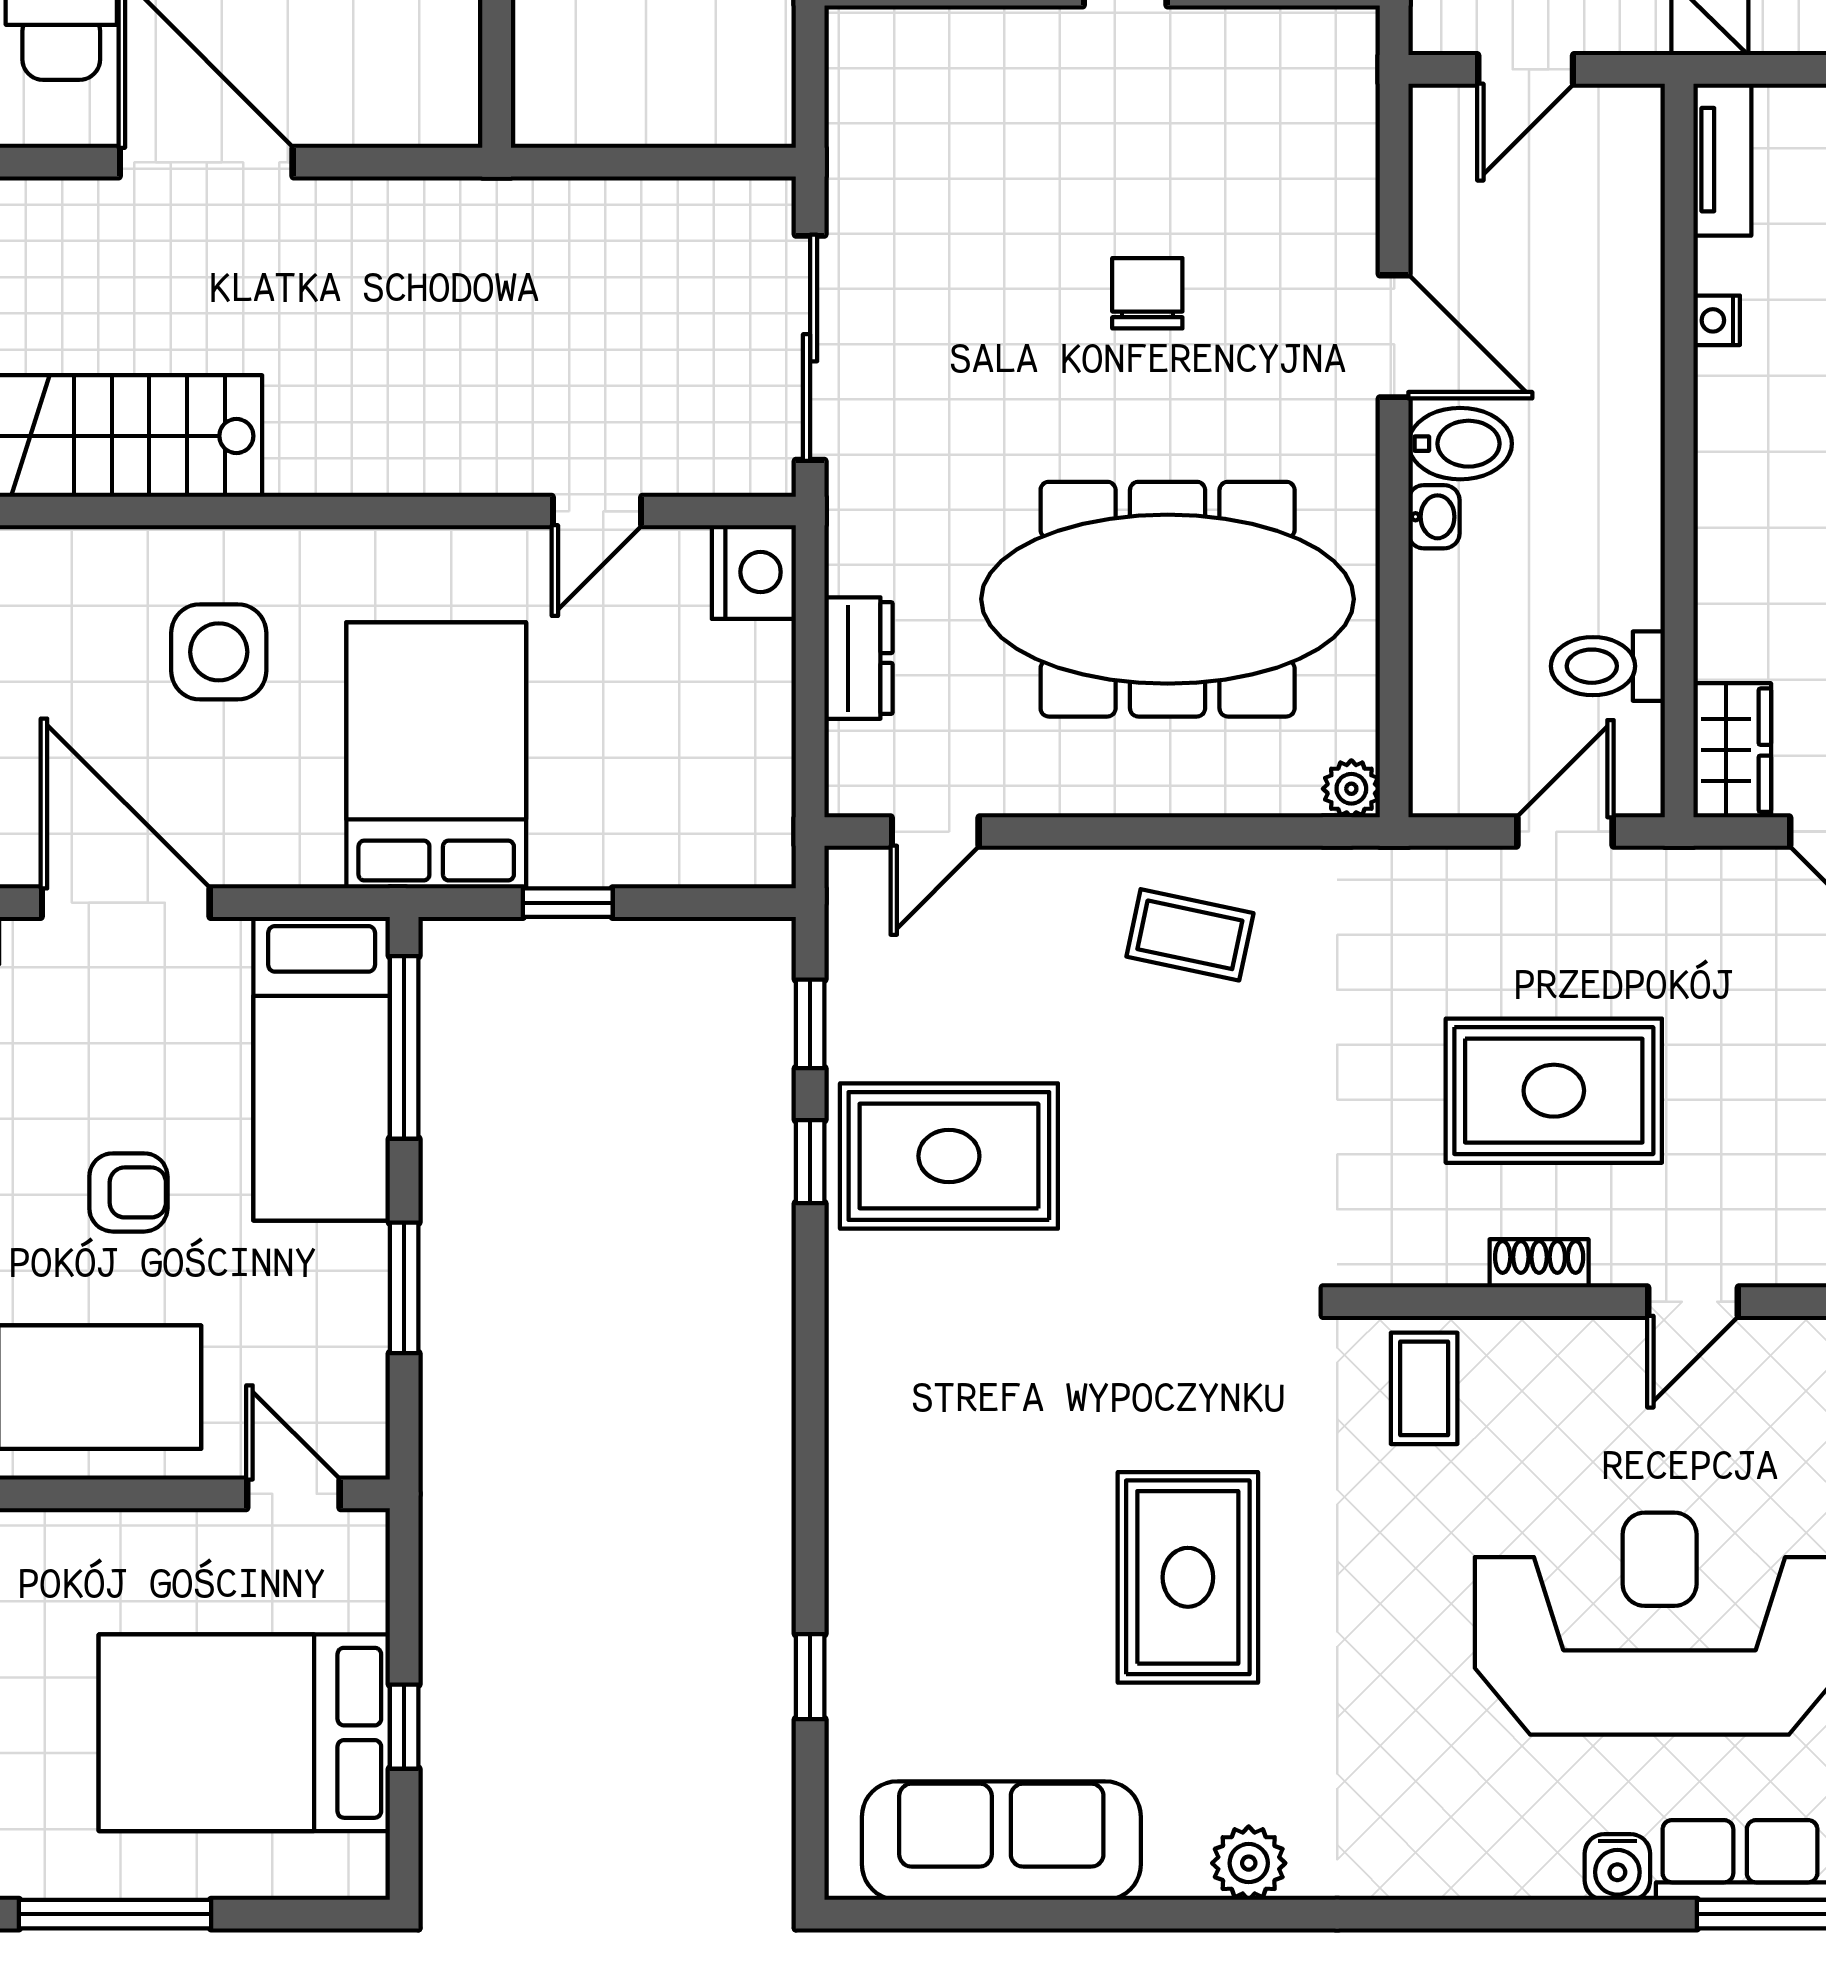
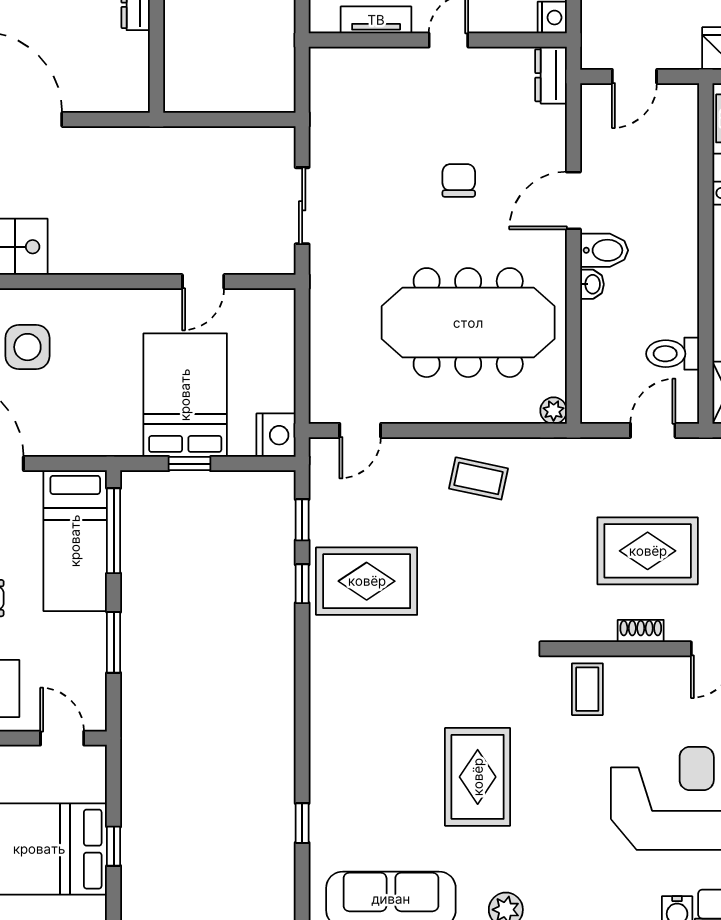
door: (1394, 336) -> (573, 200), swing flipped
sliding door: (810, 348) -> (302, 206), width x0.73
nightstand: (754, 572) -> (276, 435), moved
dresser: (859, 658) -> (551, 75), moved, turned 180
bed: (436, 755) -> (185, 395), moved

